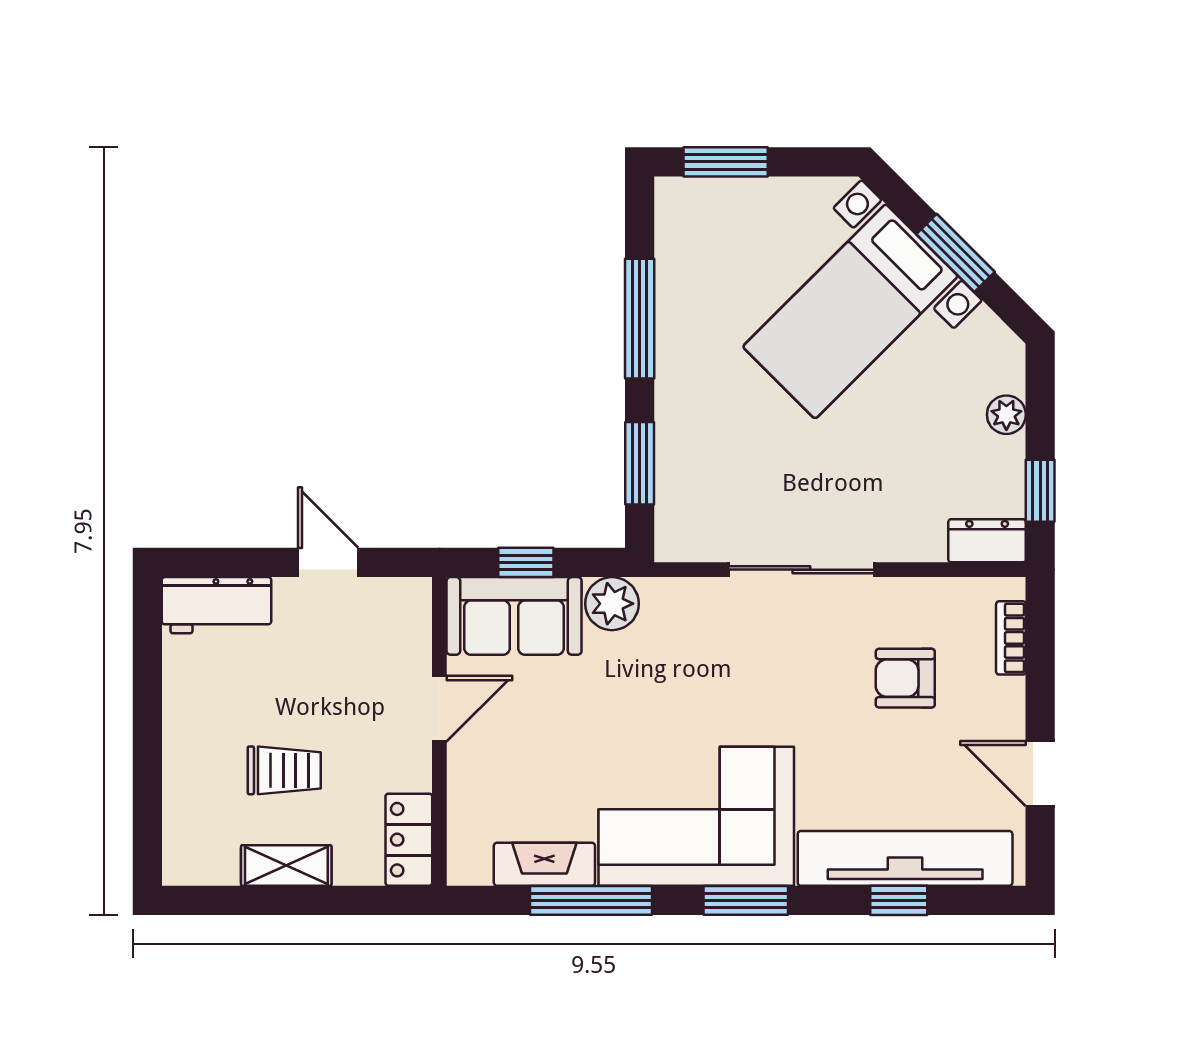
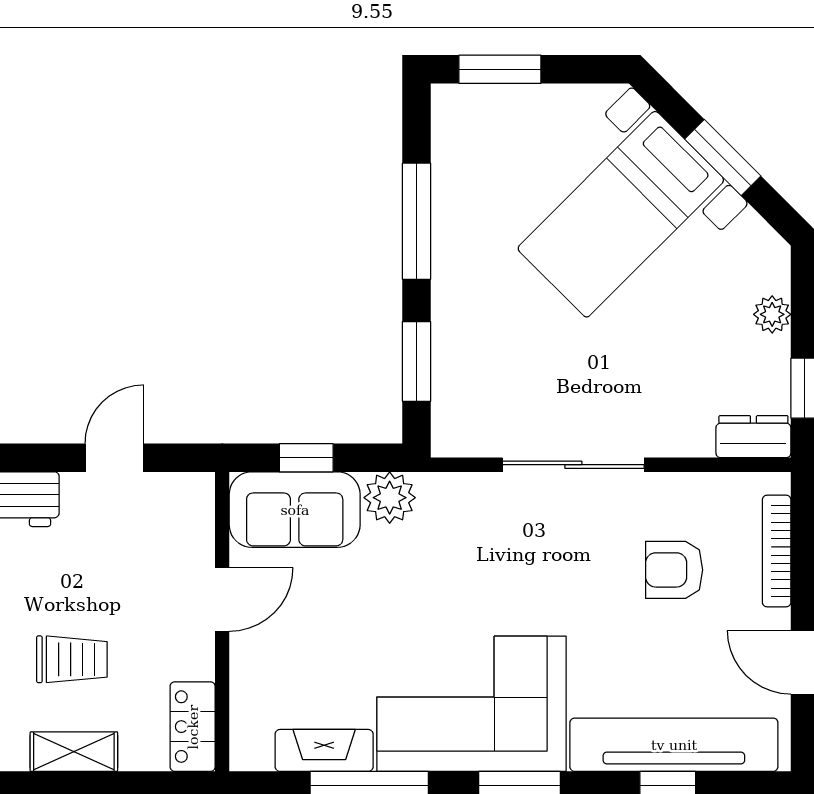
door: (328, 562) -> (114, 458), hinge flipped
bookcase: (1011, 638) -> (777, 551), width x1.56

